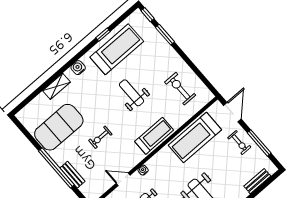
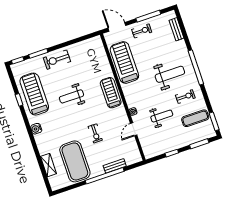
shelving: (56, 86) -> (48, 165), moved
exercise bike: (180, 89) -> (57, 60), moved
treadmill: (195, 137) -> (124, 63), turned 180

